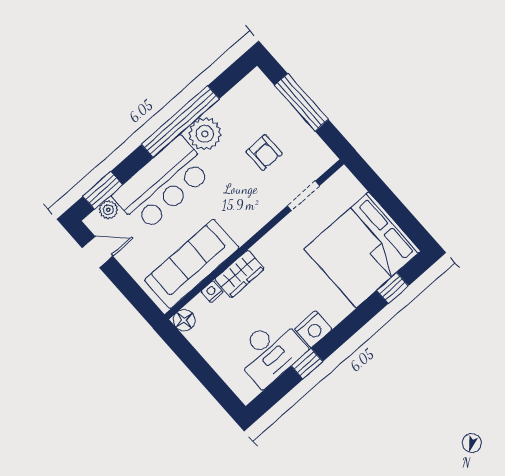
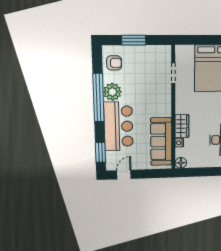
window: (301, 102) -> (134, 40), width x0.69
armchair: (264, 152) -> (114, 63), moved
plant: (108, 210) -> (110, 157), removed

